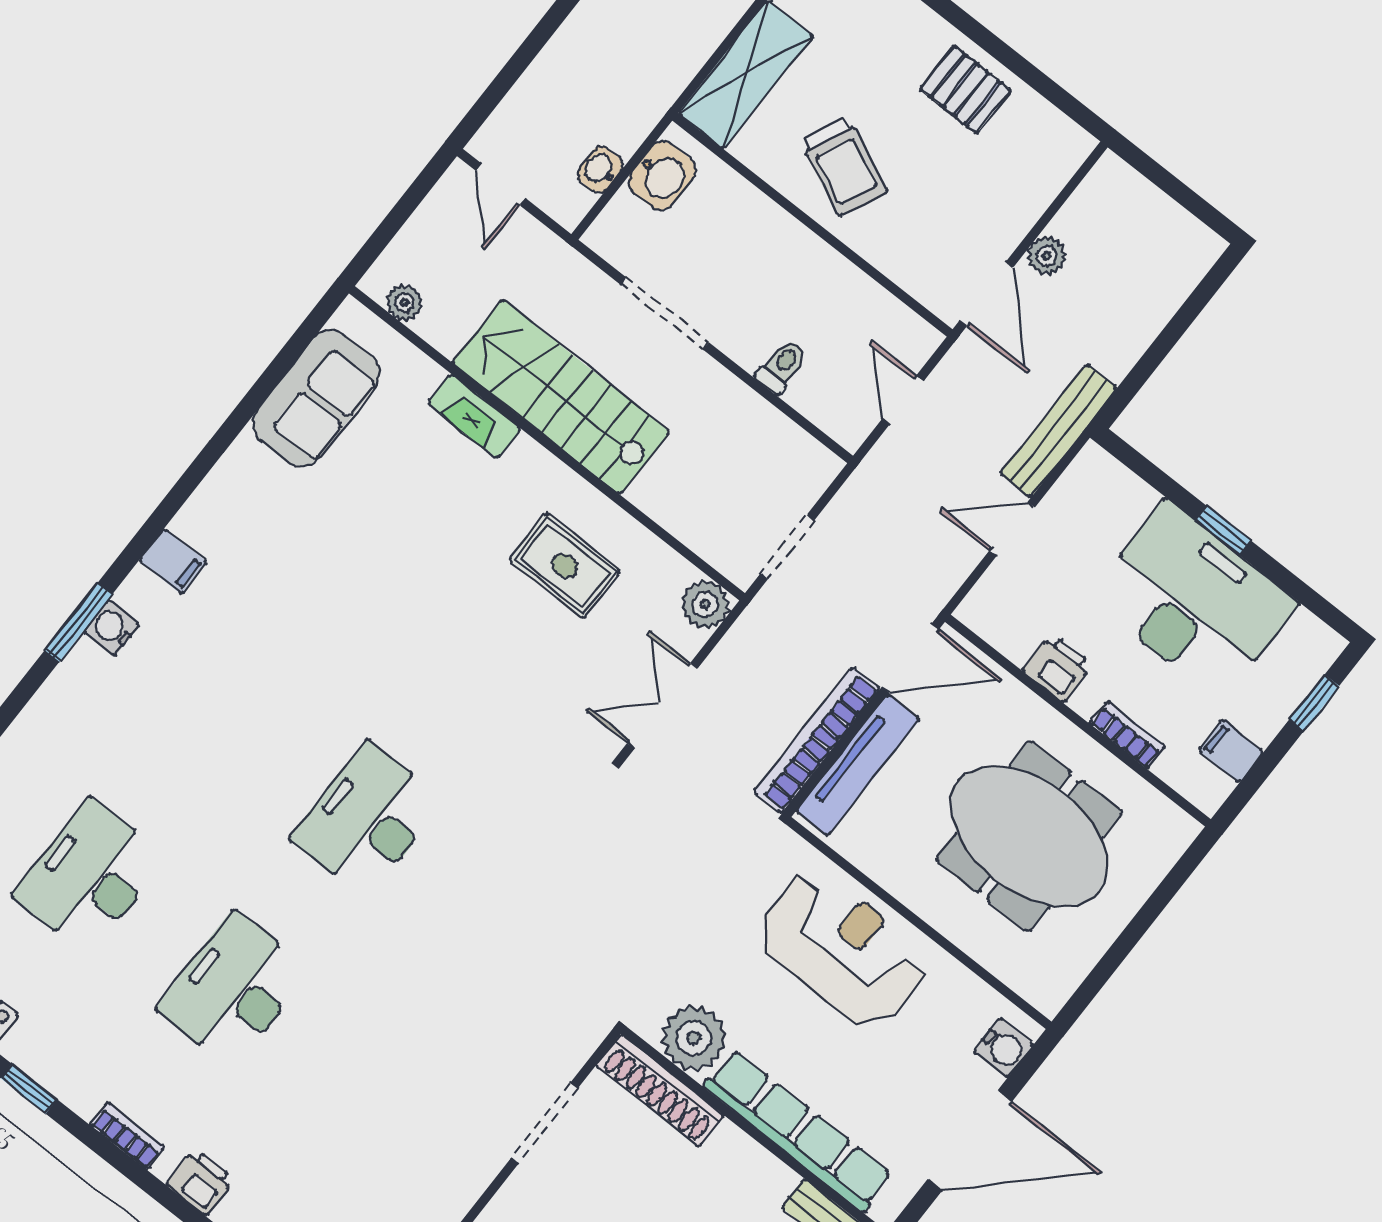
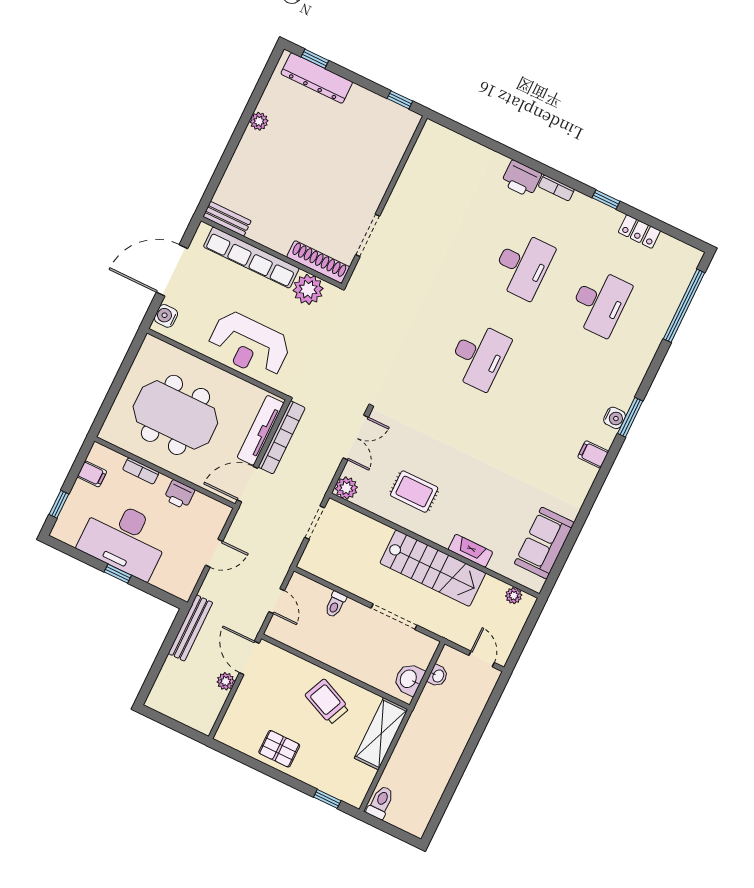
bench: (1058, 431) -> (190, 628), moved
printer: (201, 1182) -> (521, 179), width x1.36, depth x1.24

